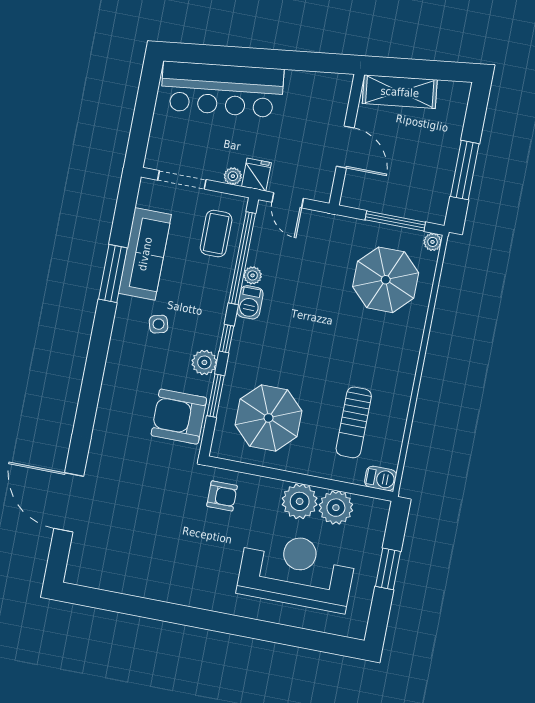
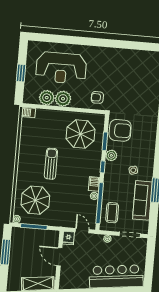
fridge: (256, 175) -> (68, 238), moved
sun lounger: (354, 422) -> (51, 164), moved

